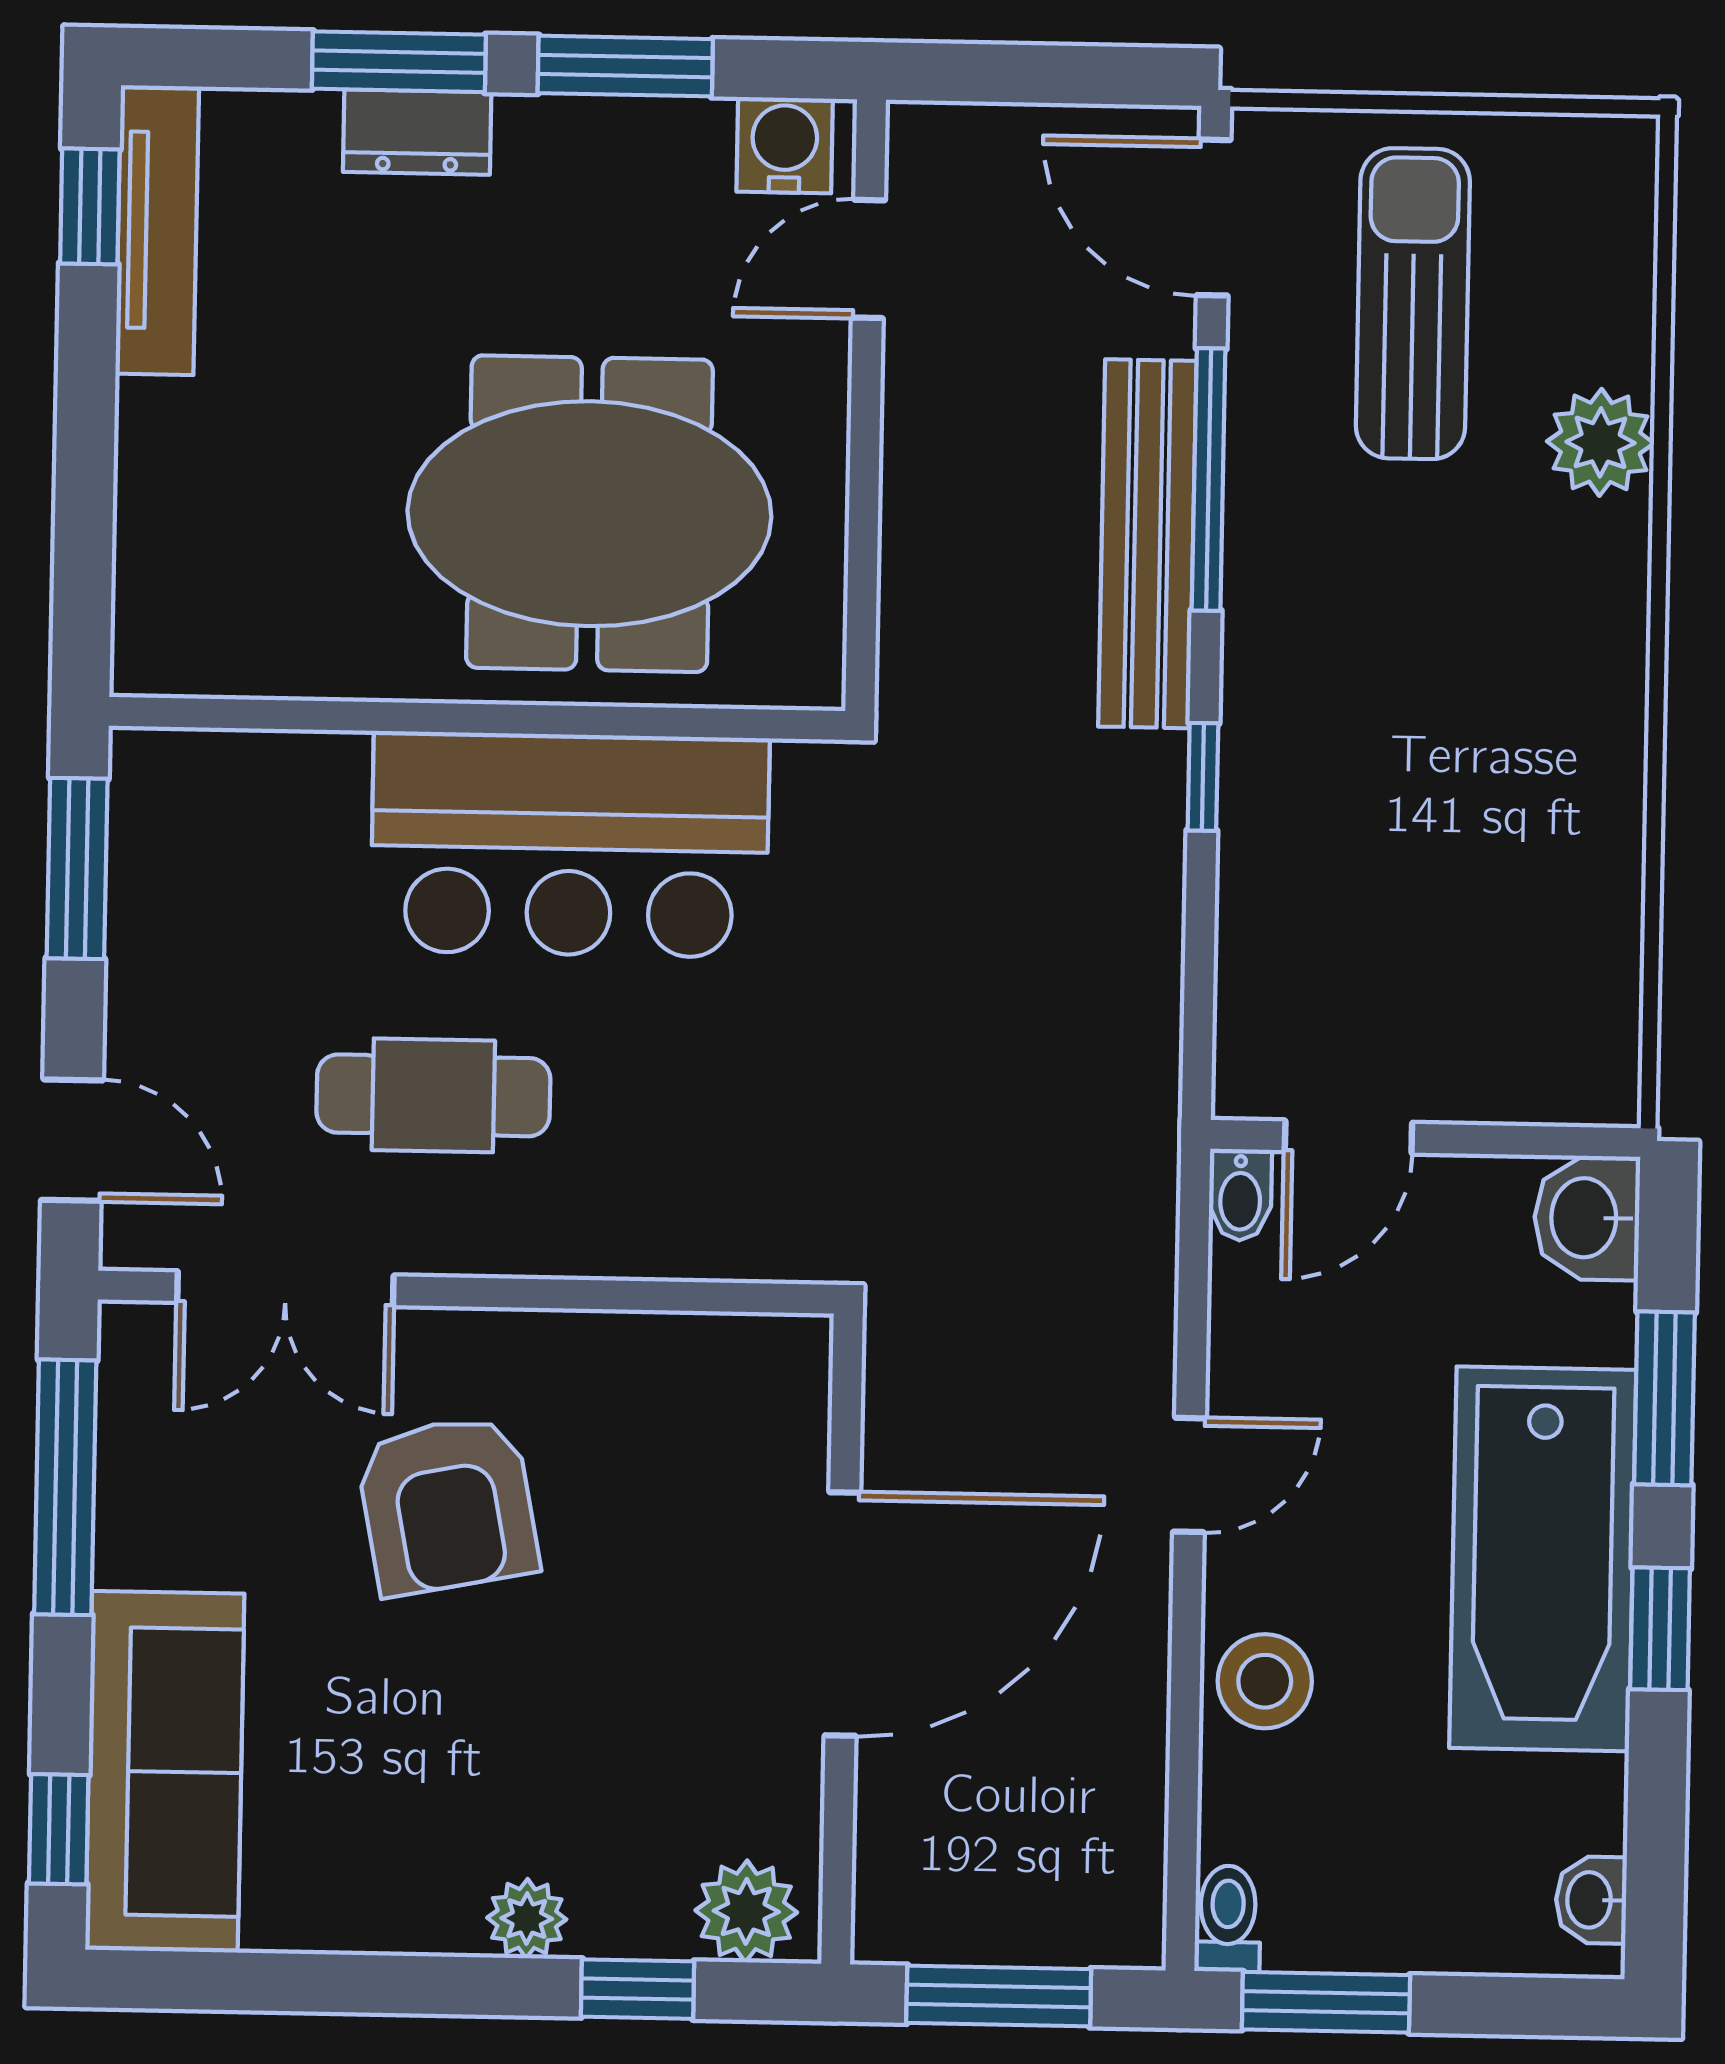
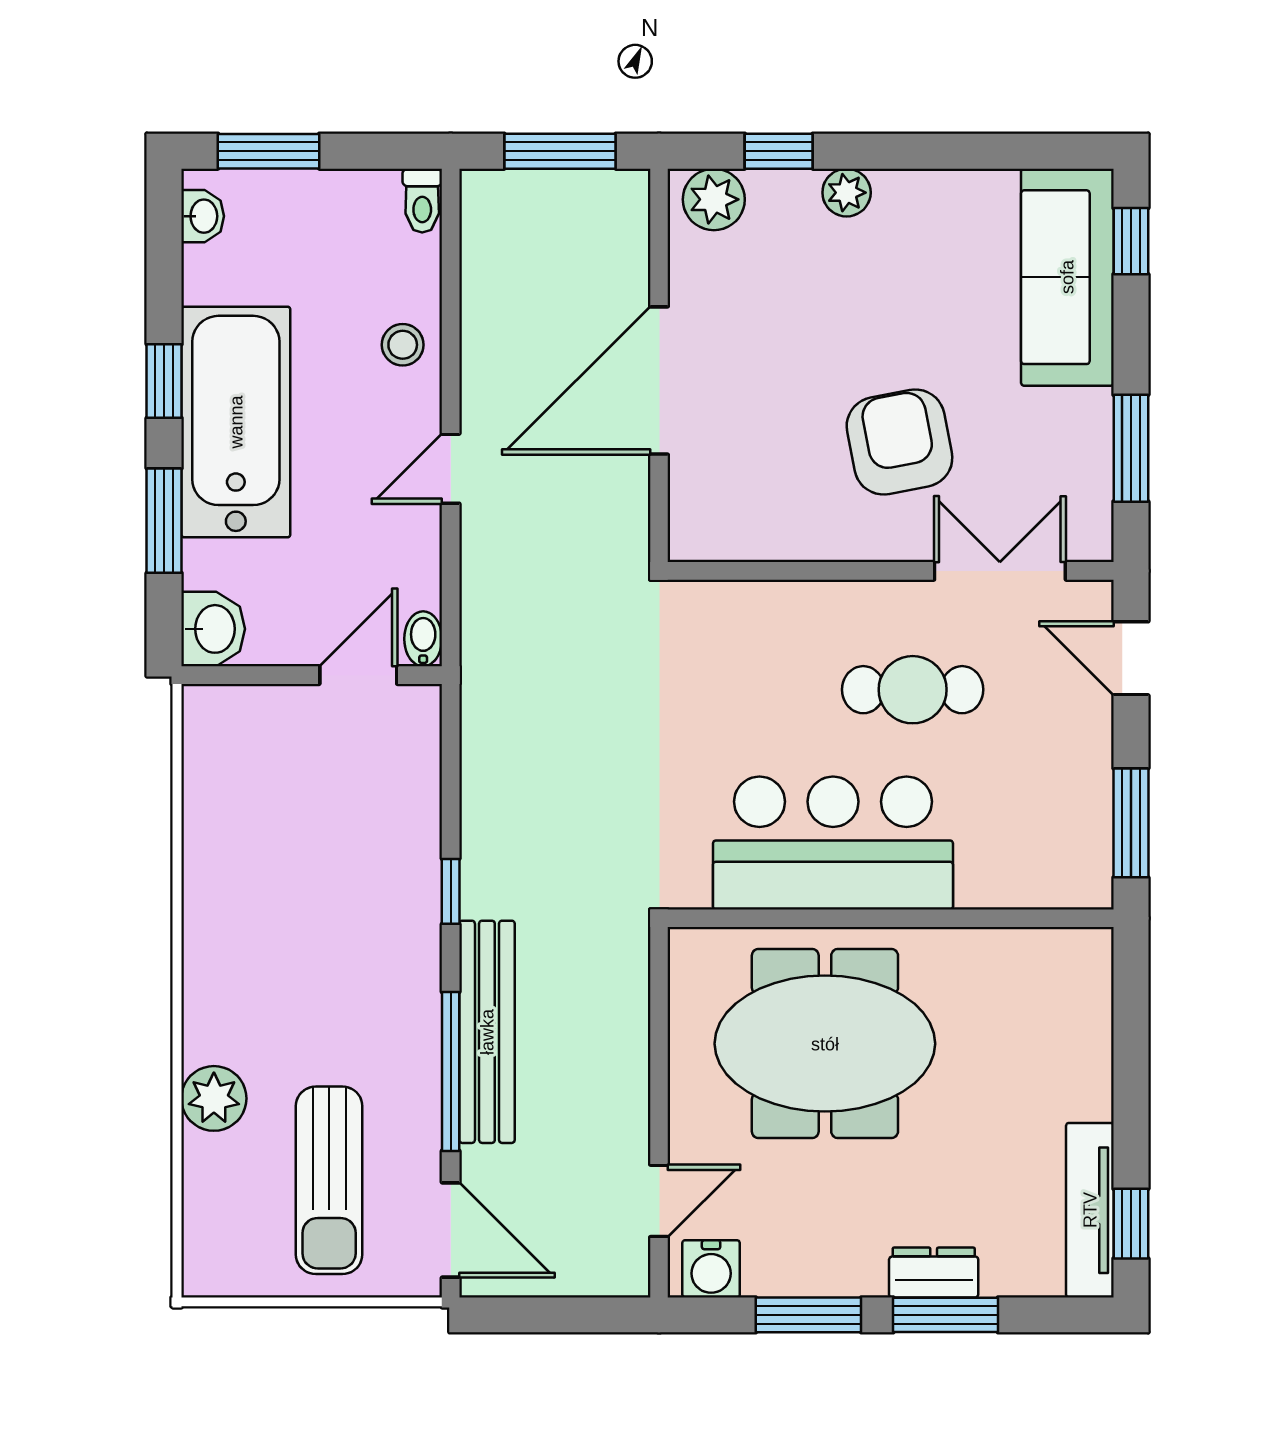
window: (65, 1487) -> (1131, 448), width x0.69
stool: (1265, 1681) -> (403, 345), width x0.73, depth x0.73
window: (1326, 2002) -> (269, 151), moved

